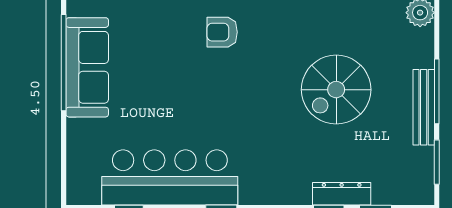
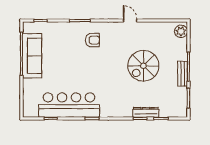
armchair: (222, 32) -> (92, 40), turned 180
bench: (424, 107) -> (183, 74), width x0.73

